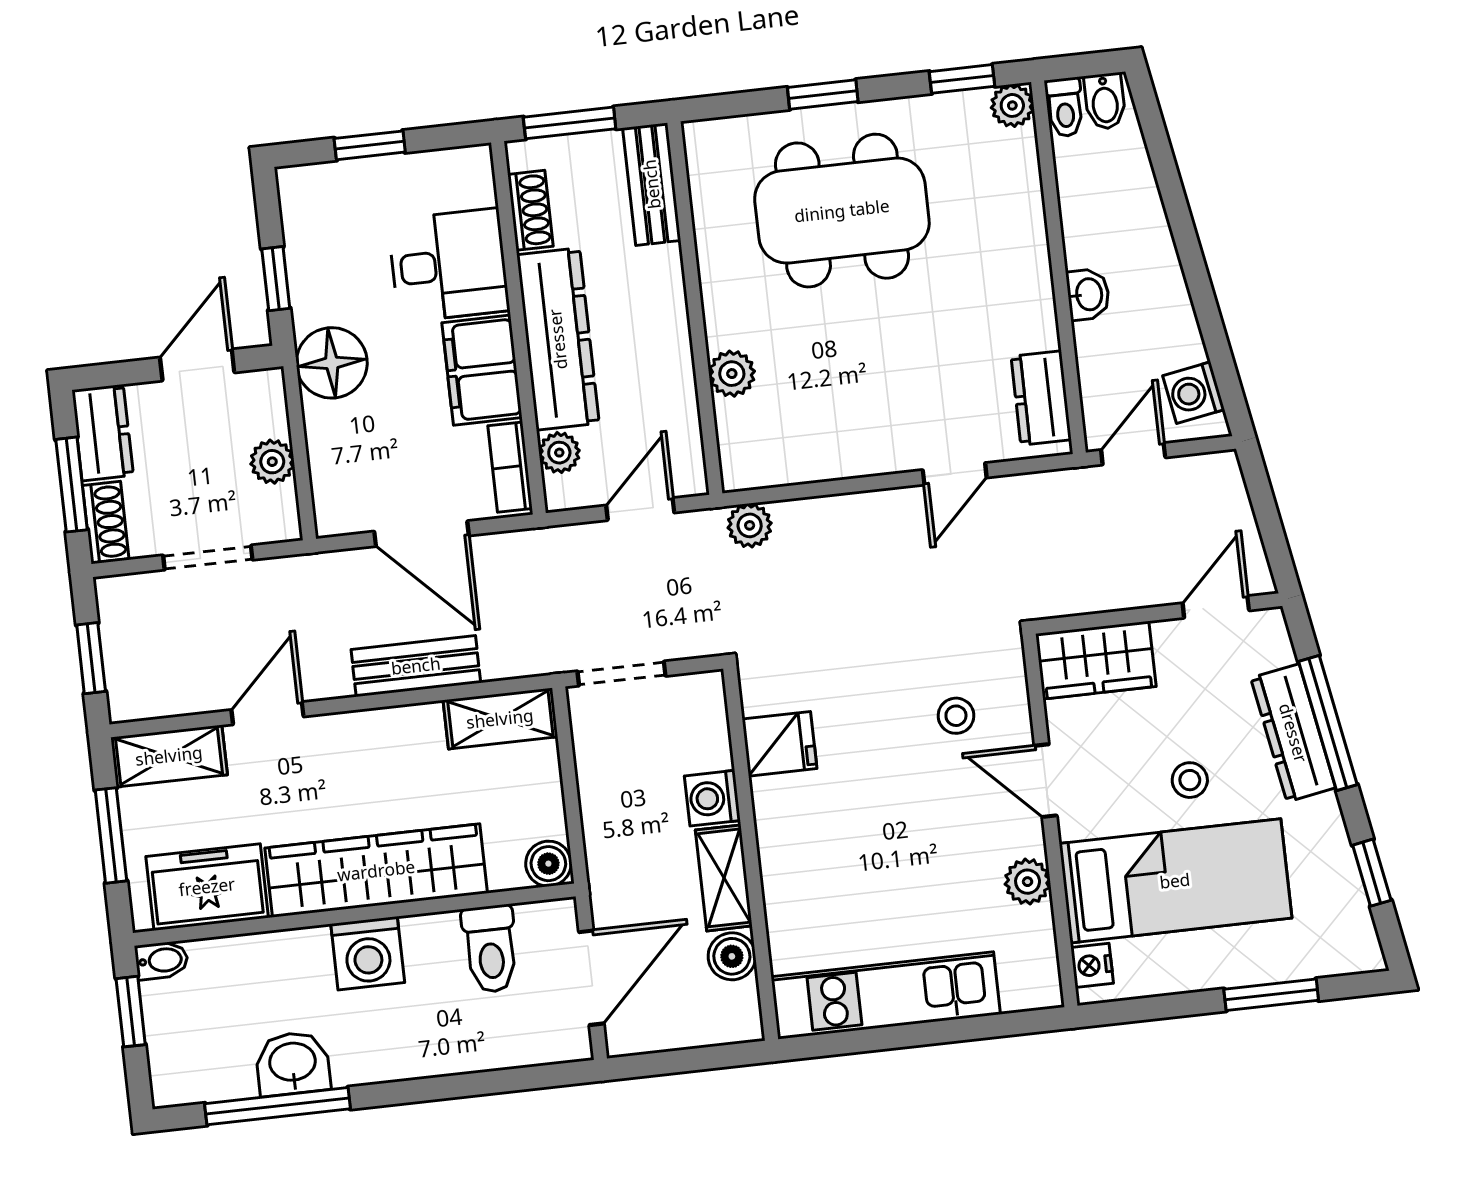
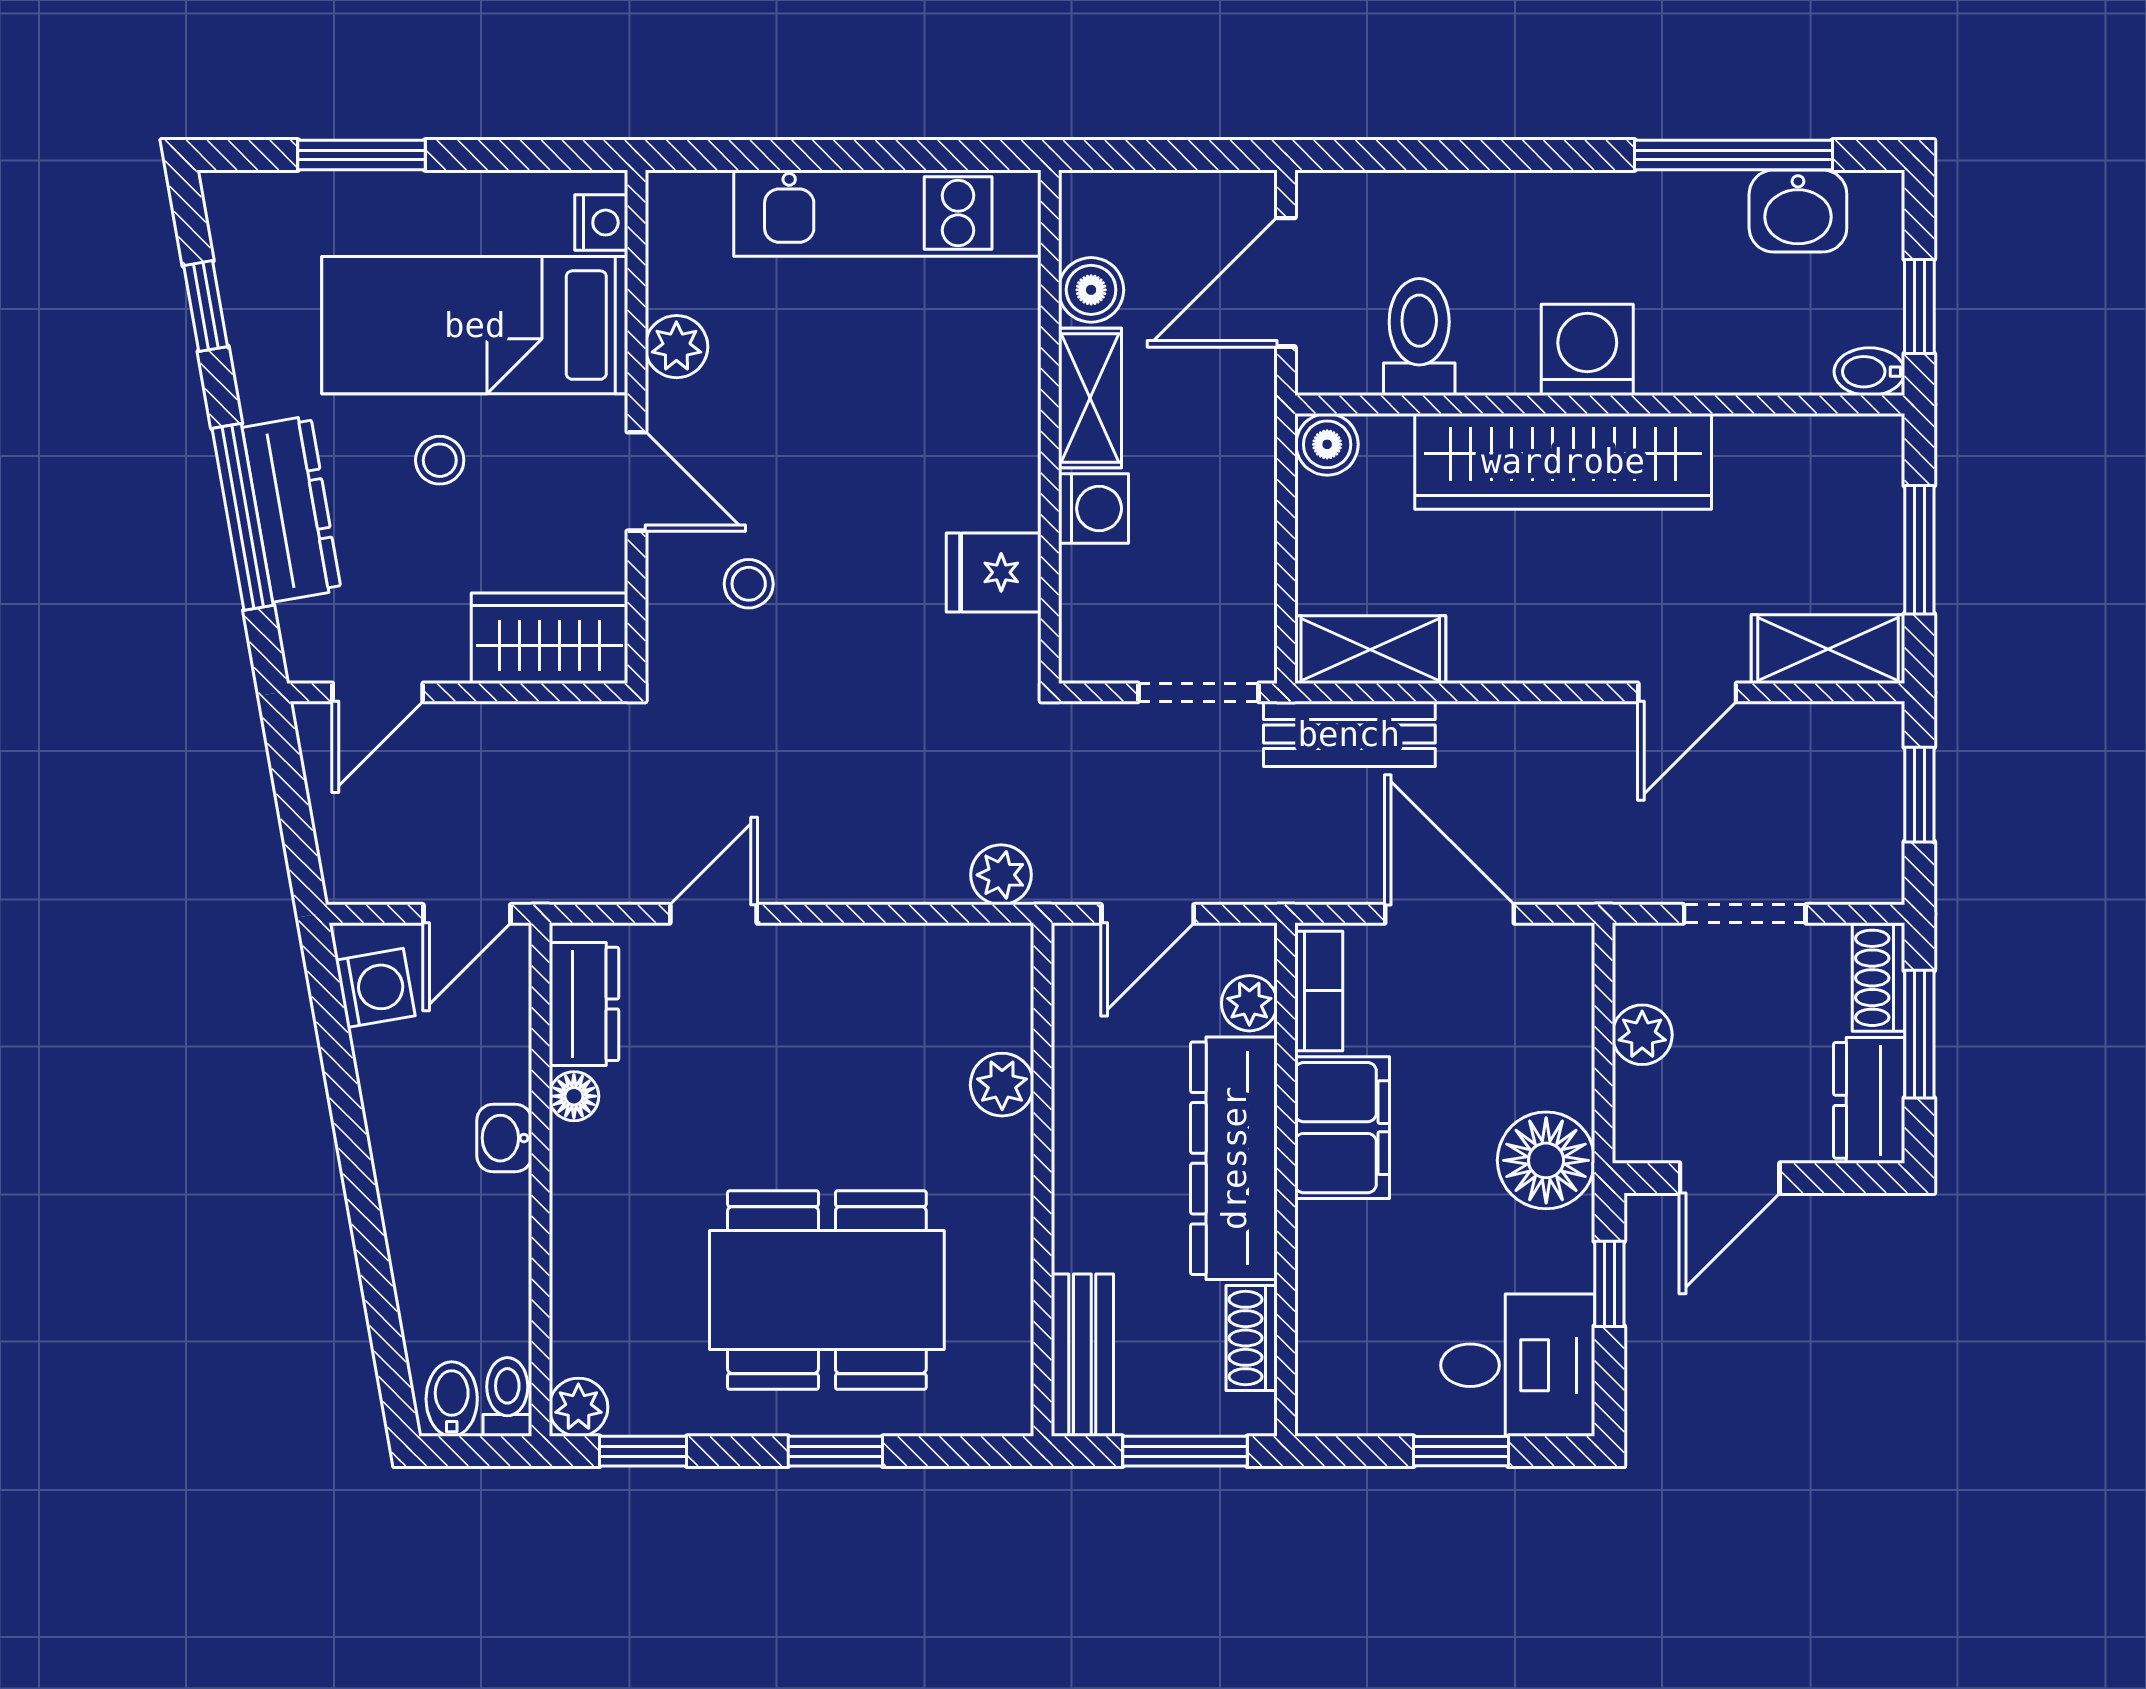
desk: (449, 265) -> (1518, 1365), moved, turned 180
floor lamp: (1041, 330) -> (574, 1096), added
bench: (416, 666) -> (1349, 734), moved
freezer: (207, 887) -> (1796, 465), removed
washbasin: (293, 1063) -> (1798, 211), moved

